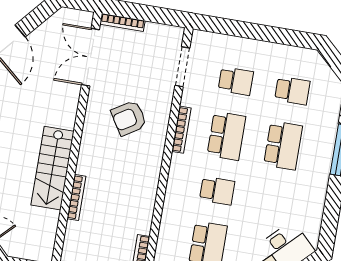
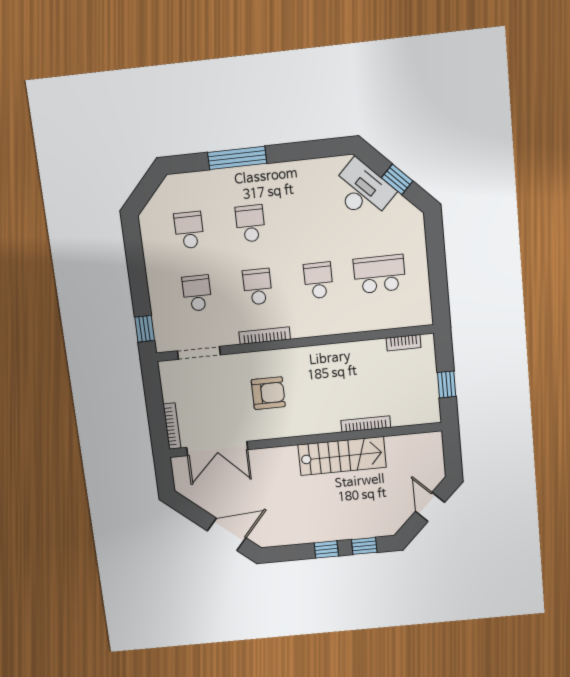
window: (217, 25) -> (145, 329), added
armchair: (129, 118) -> (268, 393), turned -58
school desk: (226, 136) -> (258, 287), width x0.54
school desk: (283, 145) -> (250, 224), width x0.54

